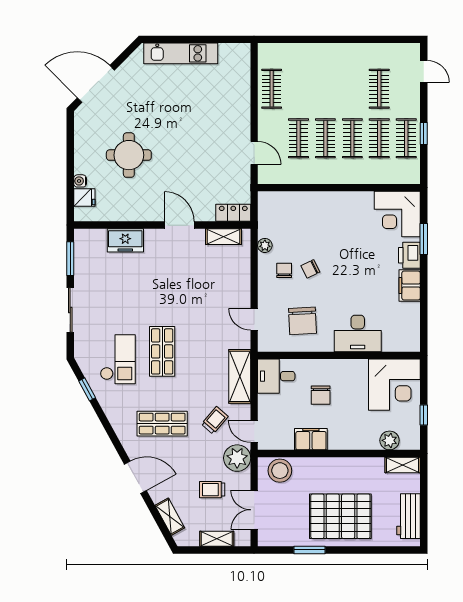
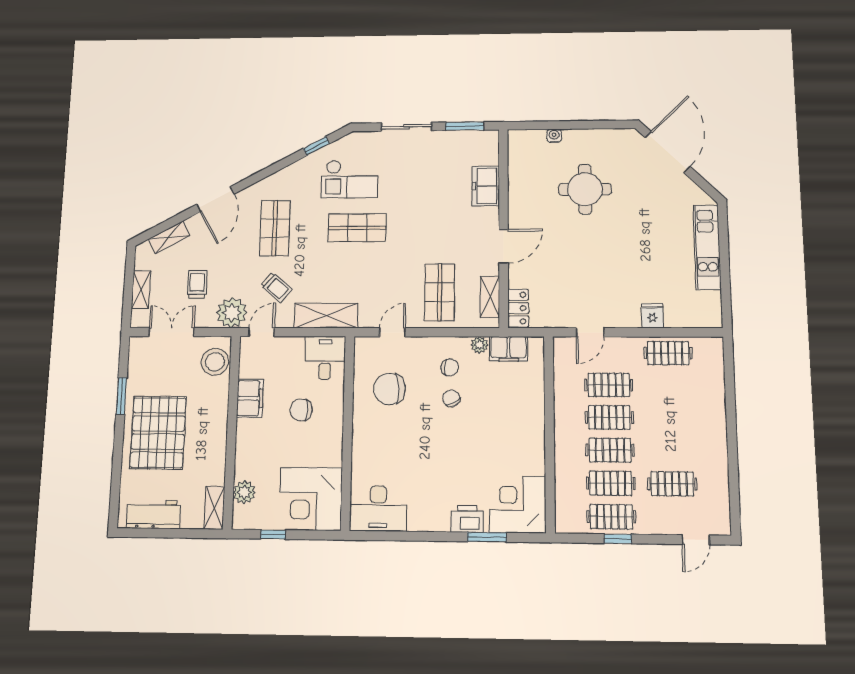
fridge: (84, 197) -> (652, 316), moved, turned 180
shop shelf: (220, 279) -> (440, 292), added
filing cabinet: (410, 286) -> (509, 349), moved, turned 180
desk: (358, 333) -> (378, 509), moved, turned -90

